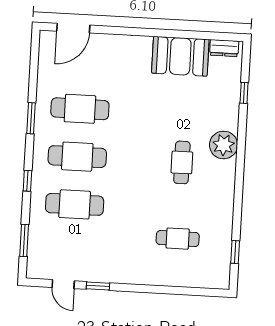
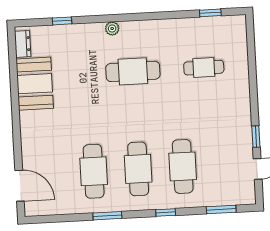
plant: (224, 145) -> (112, 28), width x0.53, depth x0.53
cafe table: (182, 162) -> (133, 71), width x1.37, depth x1.35
cafe table: (178, 239) -> (204, 68), turned 90

